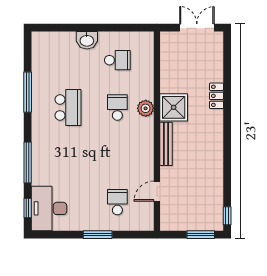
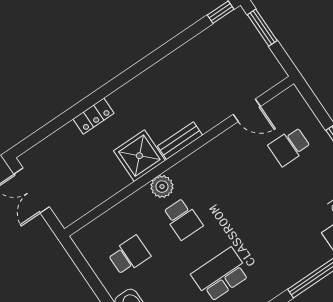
school desk: (117, 60) -> (129, 255), turned 90
school desk: (117, 107) -> (183, 219), turned -90
bench: (166, 144) -> (180, 141), width x0.73

